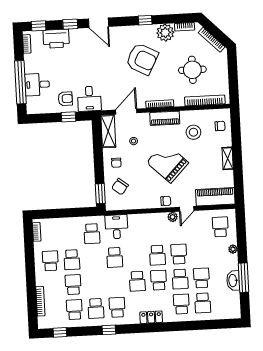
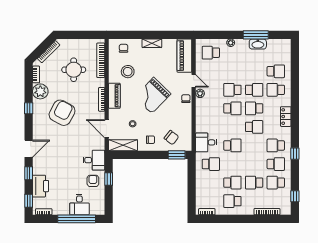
school desk: (201, 278) -> (254, 71), removed

